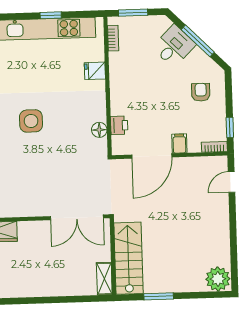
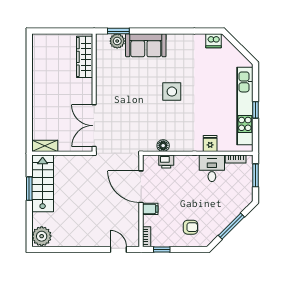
desk: (174, 46) -> (212, 168), moved, turned -135
stairs: (128, 258) -> (43, 183), moved, turned -90

